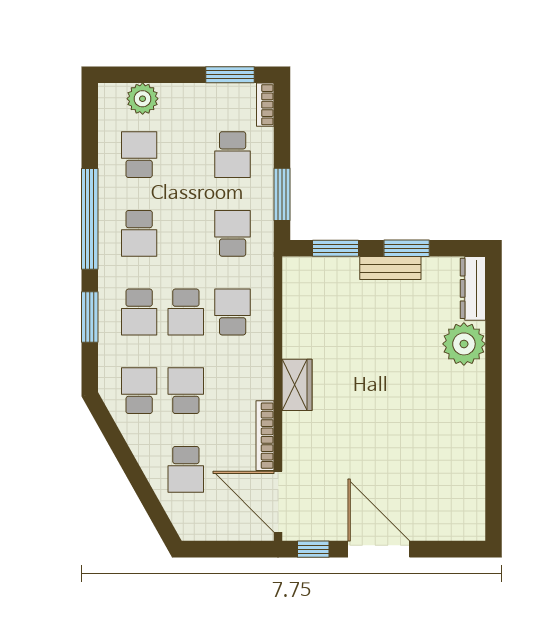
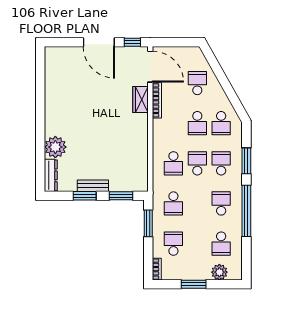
window: (230, 75) -> (194, 284), moved
wardrobe: (297, 385) -> (141, 100), moved

